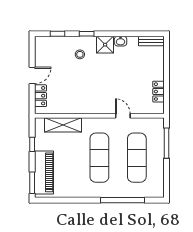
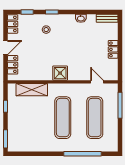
shower: (105, 45) -> (60, 73), moved
locker: (40, 48) -> (13, 24), added
locker: (158, 92) -> (113, 49), moved
door: (123, 116) -> (97, 82), moved
piano: (44, 172) -> (16, 130), removed

